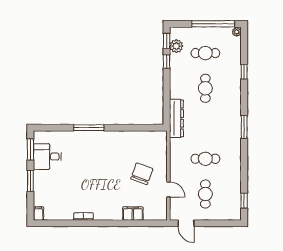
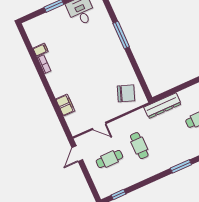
chair: (142, 174) -> (126, 93), moved
door: (168, 189) -> (99, 126), hinge flipped
filing cabinet: (38, 213) -> (40, 50), moved

